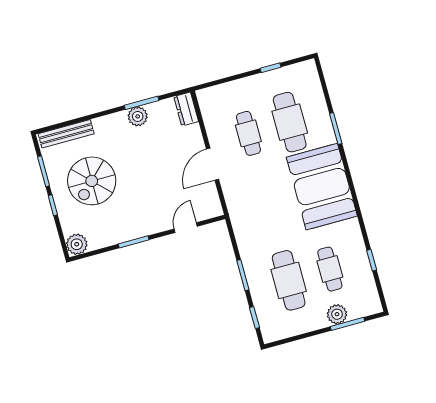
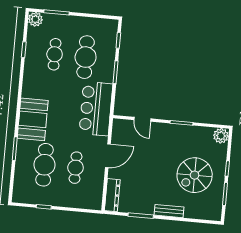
dresser: (186, 109) -> (112, 195), width x1.44
plant: (138, 116) -> (147, 207), removed
bench: (66, 134) -> (169, 211), moved, width x0.73
spiral stairs: (92, 181) -> (195, 175), turned 180
booth: (322, 187) -> (33, 119), width x0.73, depth x0.70
bar counter: (251, 219) -> (96, 109), added
door: (186, 228) -> (142, 119), hinge flipped
plant: (337, 314) -> (35, 19), moved

